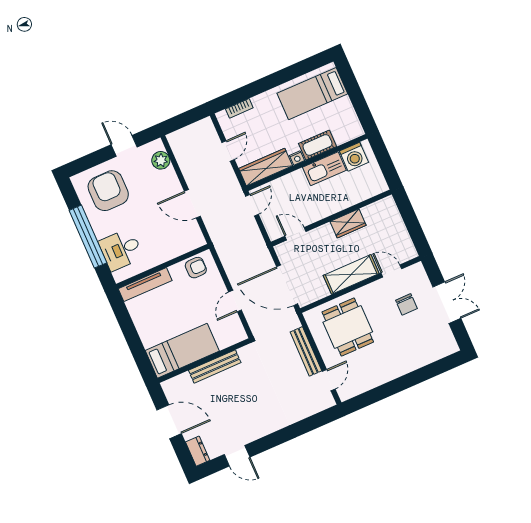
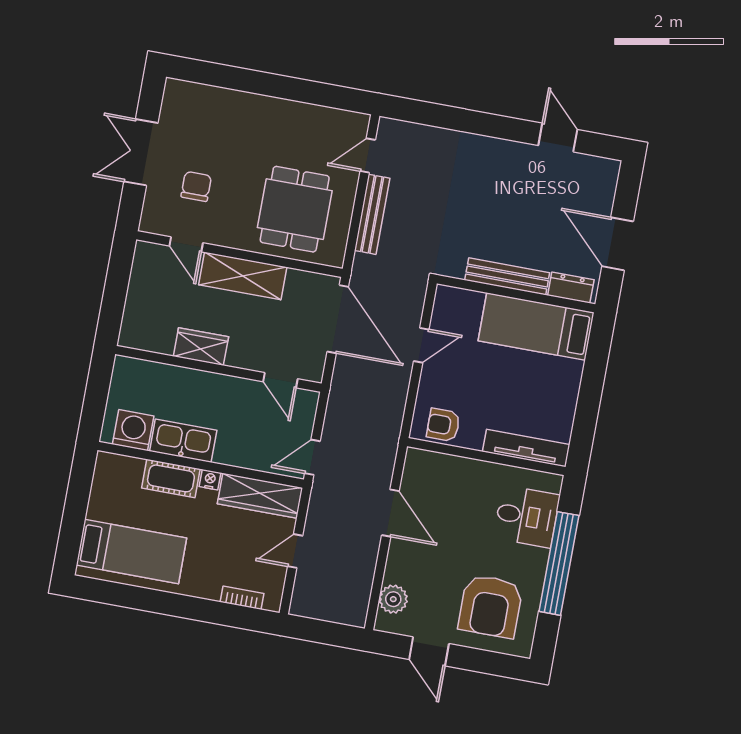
dresser: (198, 451) -> (571, 288), moved, turned 90

